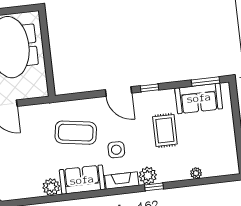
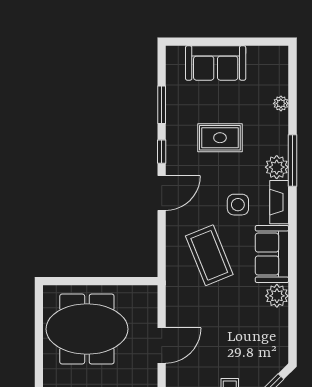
window: (206, 81) -> (162, 105), moved
sofa: (199, 98) -> (216, 63), moved, turned 90
coffee table: (76, 133) -> (209, 255), turned -31
window: (154, 187) -> (293, 161), width x2.17

